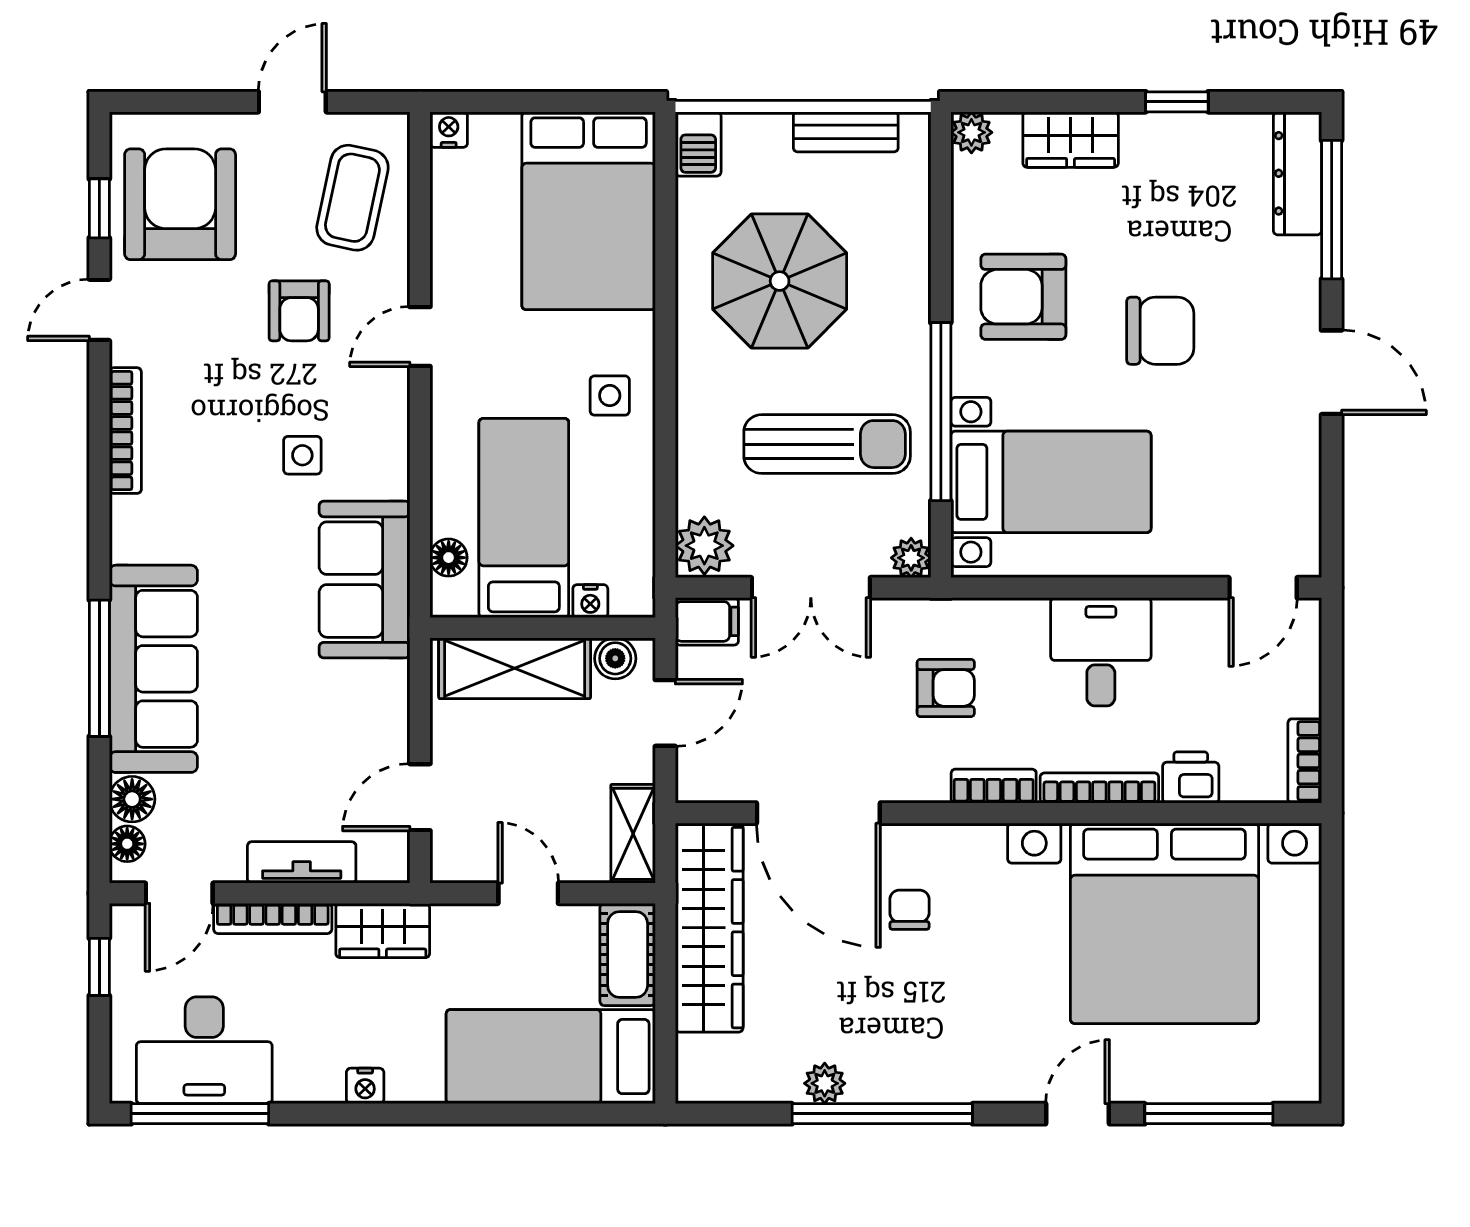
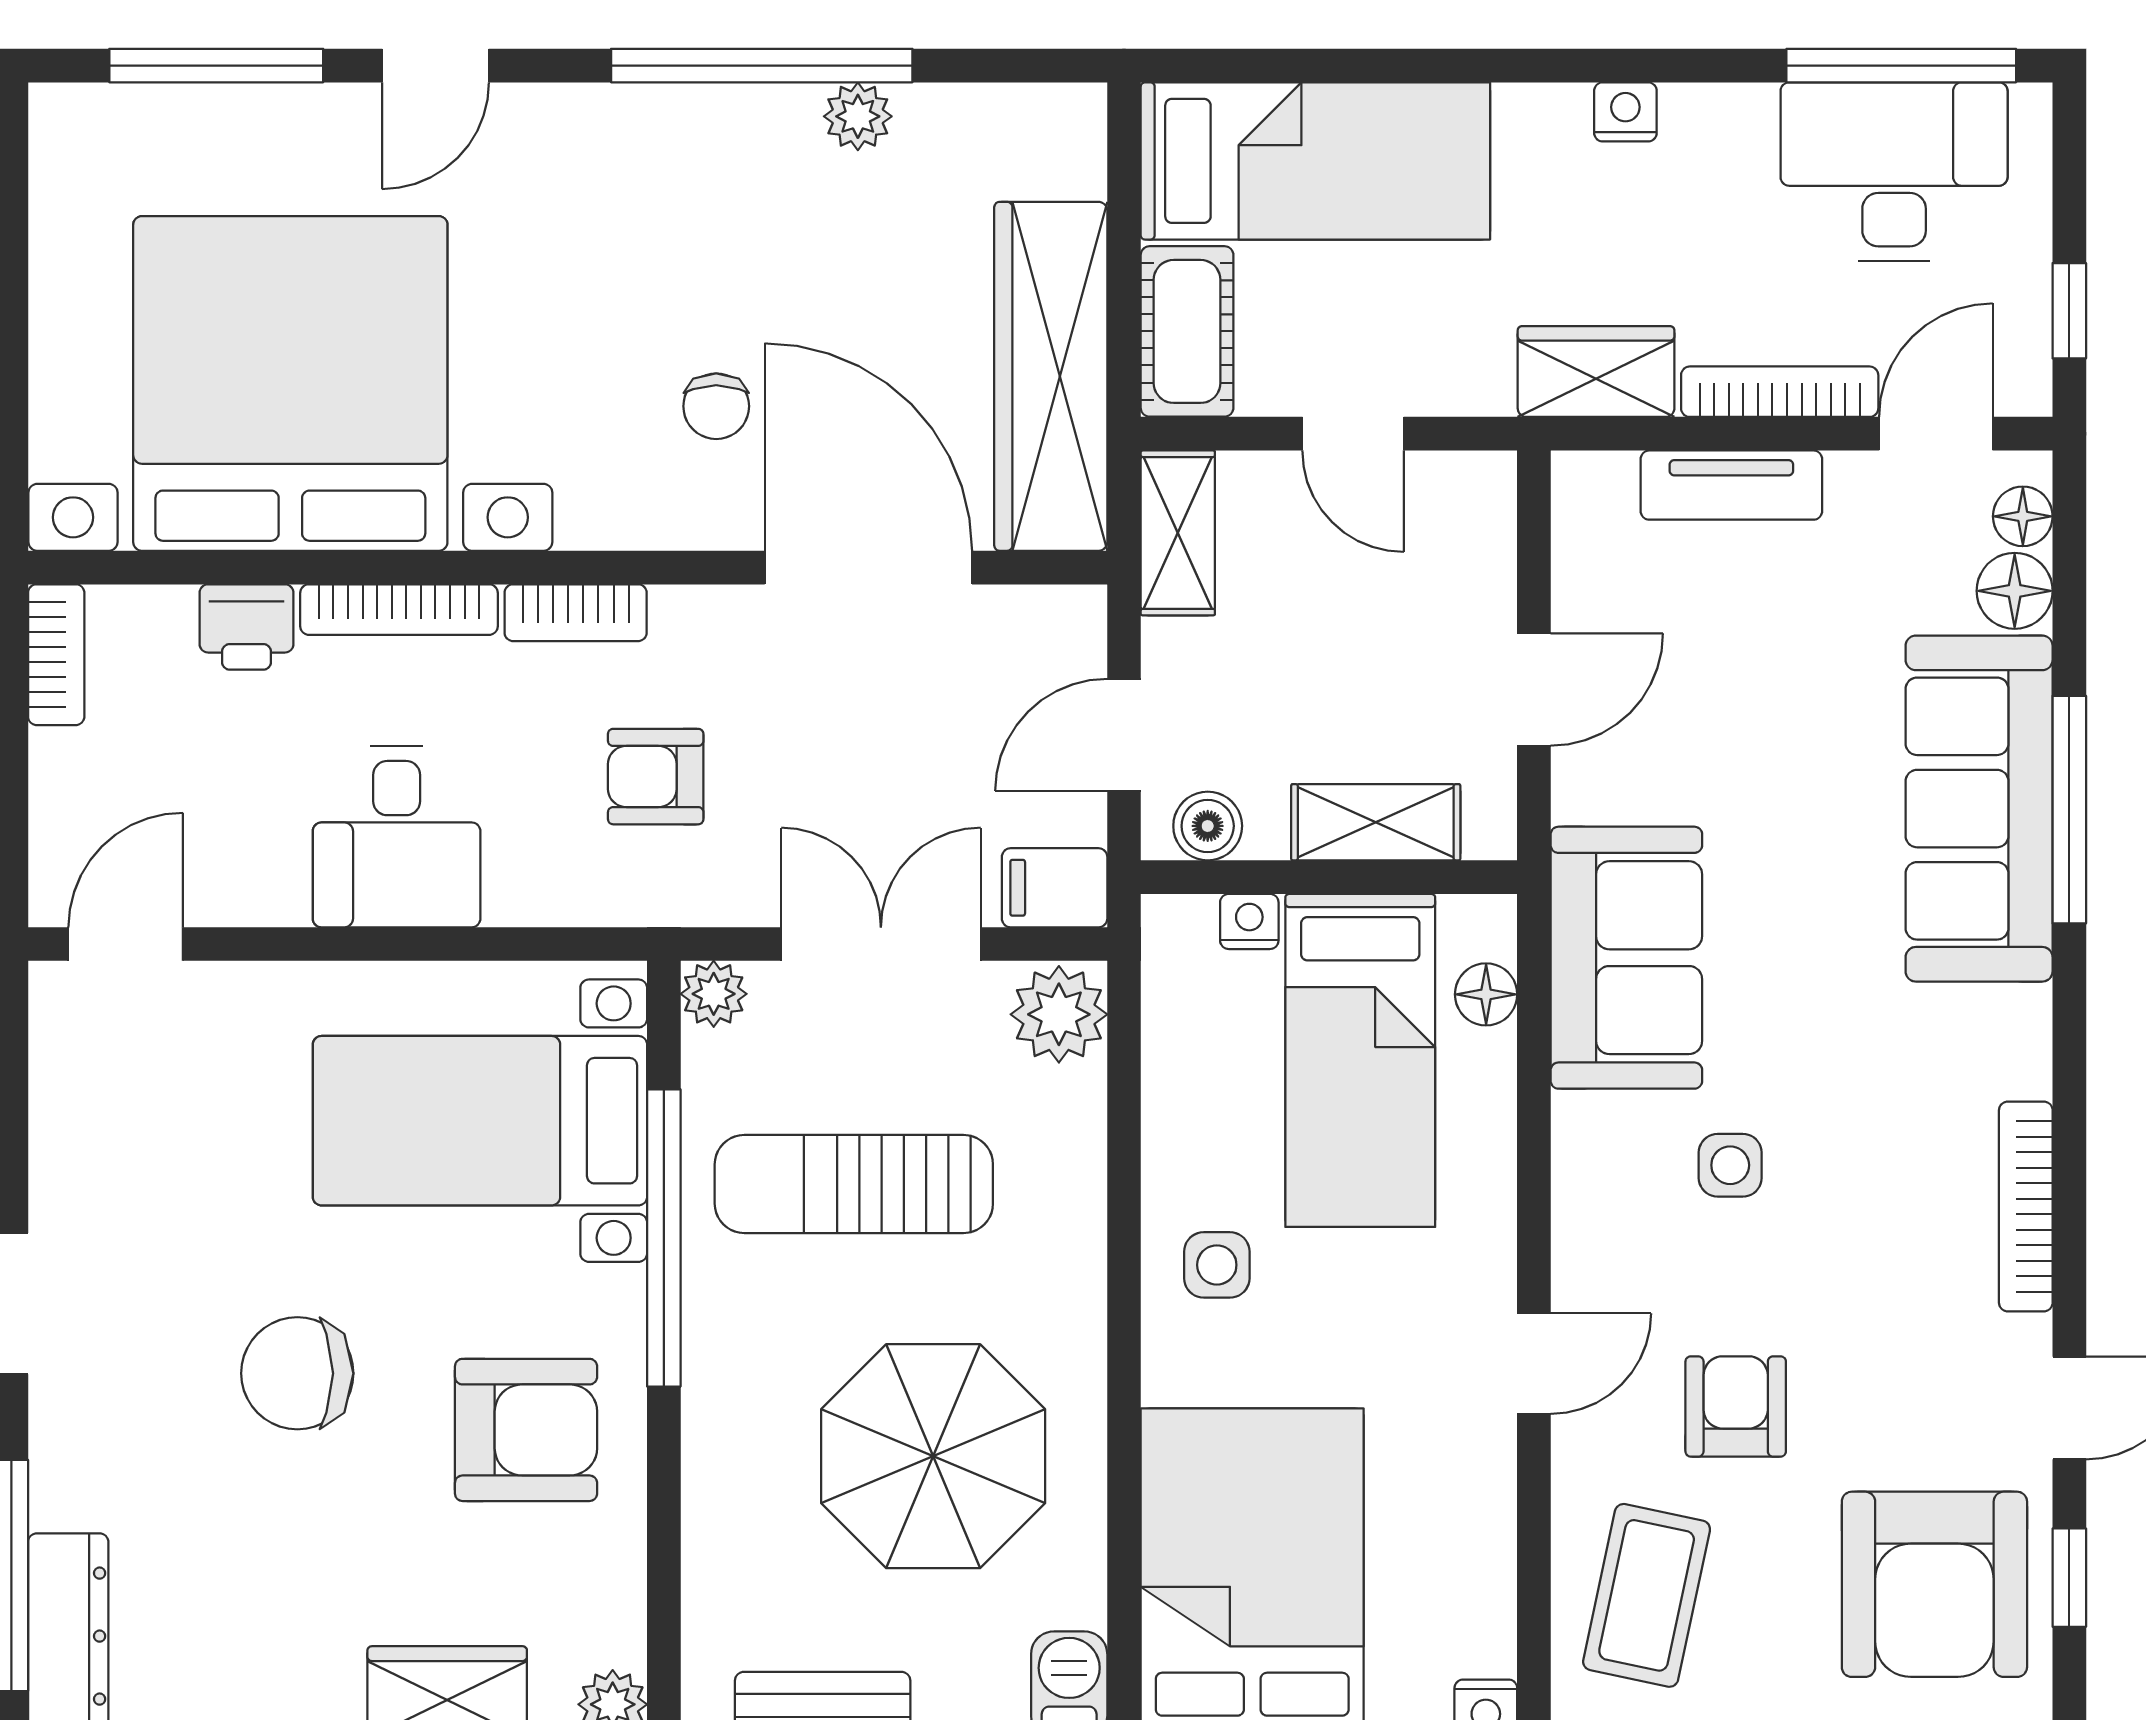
shelving: (515, 668) -> (1376, 822), width x0.67, depth x0.75
door: (420, 797) -> (1534, 690), moved

